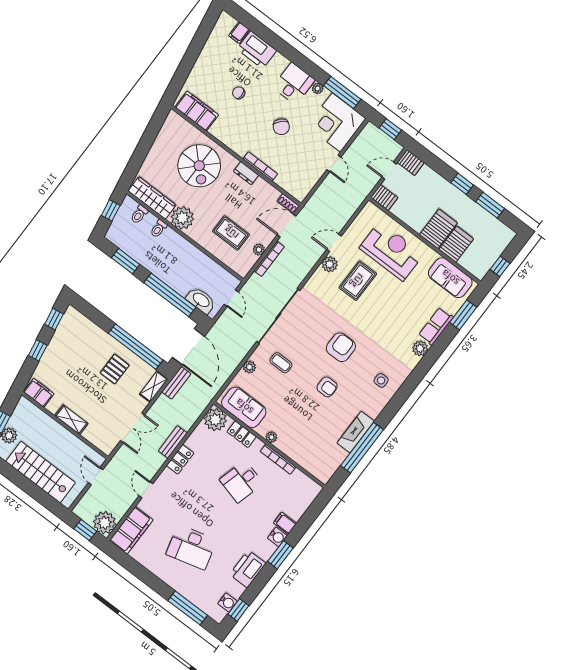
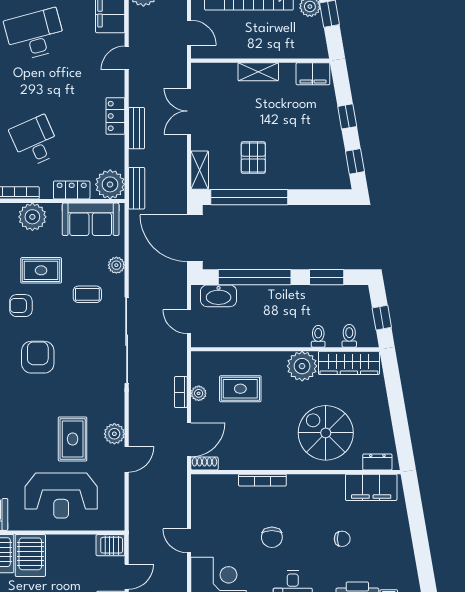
chair: (281, 127) -> (272, 537), turned -135
dresser: (246, 173) -> (377, 462), moved
bookcase: (269, 259) -> (181, 392), width x0.64
armchair: (341, 347) -> (38, 357), turned 180
bench: (176, 383) -> (137, 188), moved
rug: (298, 399) -> (41, 270), added
plant: (271, 437) -> (32, 217), width x1.88, depth x1.88
desk: (241, 481) -> (35, 141), turned -39
door: (146, 490) -> (127, 58), swing flipped

